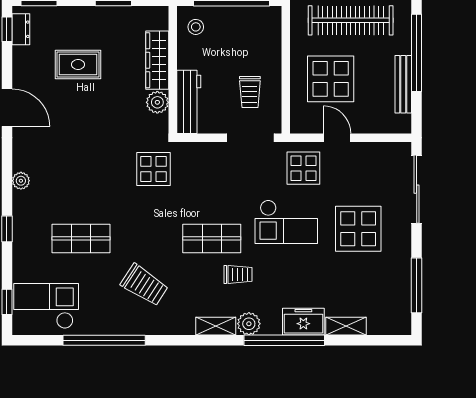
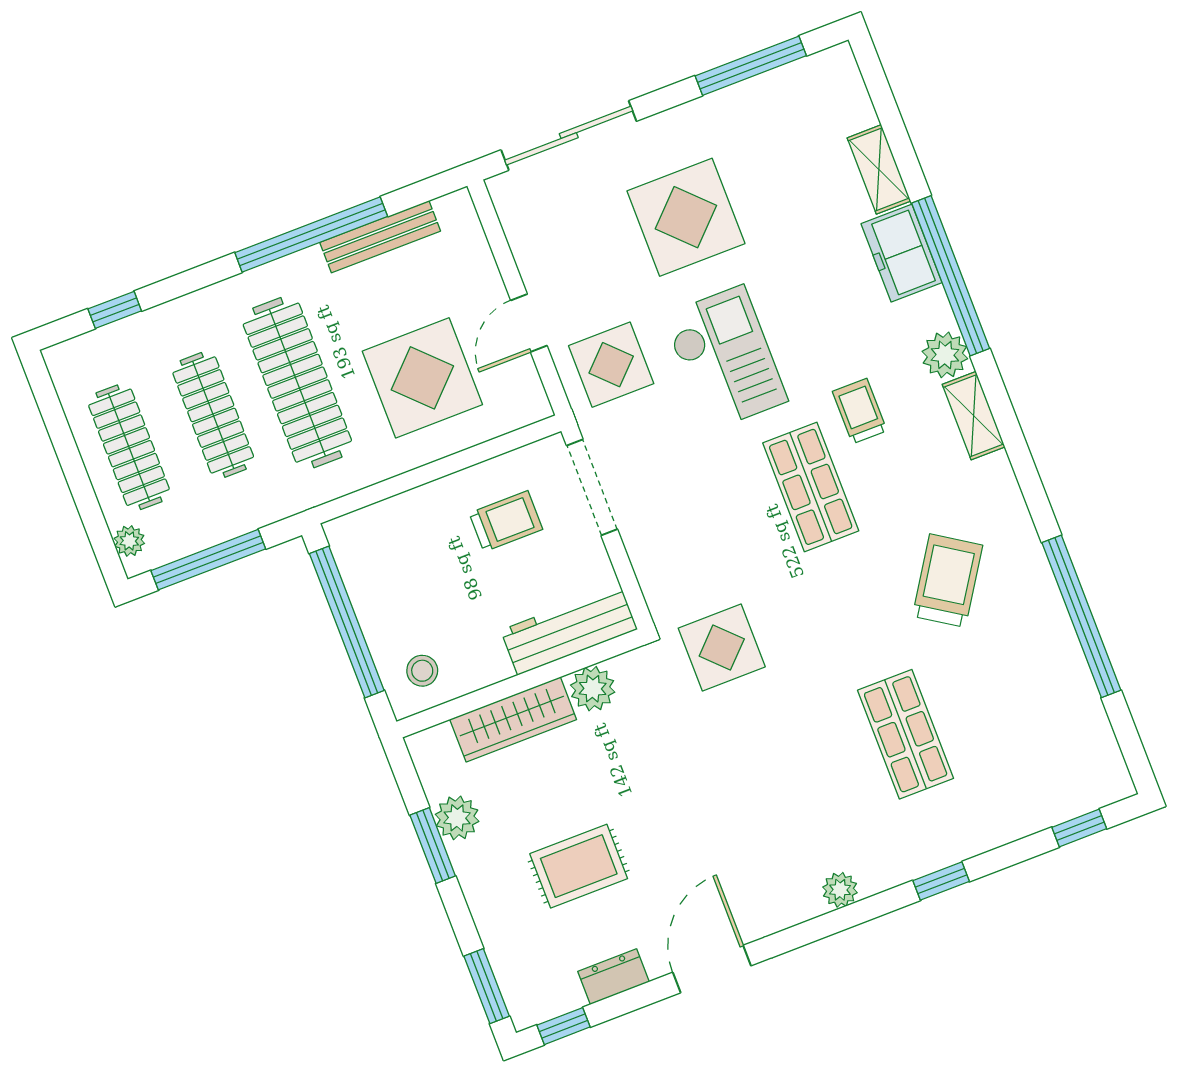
plant: (122, 17) -> (457, 818), added
dresser: (21, 29) -> (613, 977), moved
rug: (78, 64) -> (579, 866), turned 90
checkout: (46, 306) -> (1058, 751), removed

